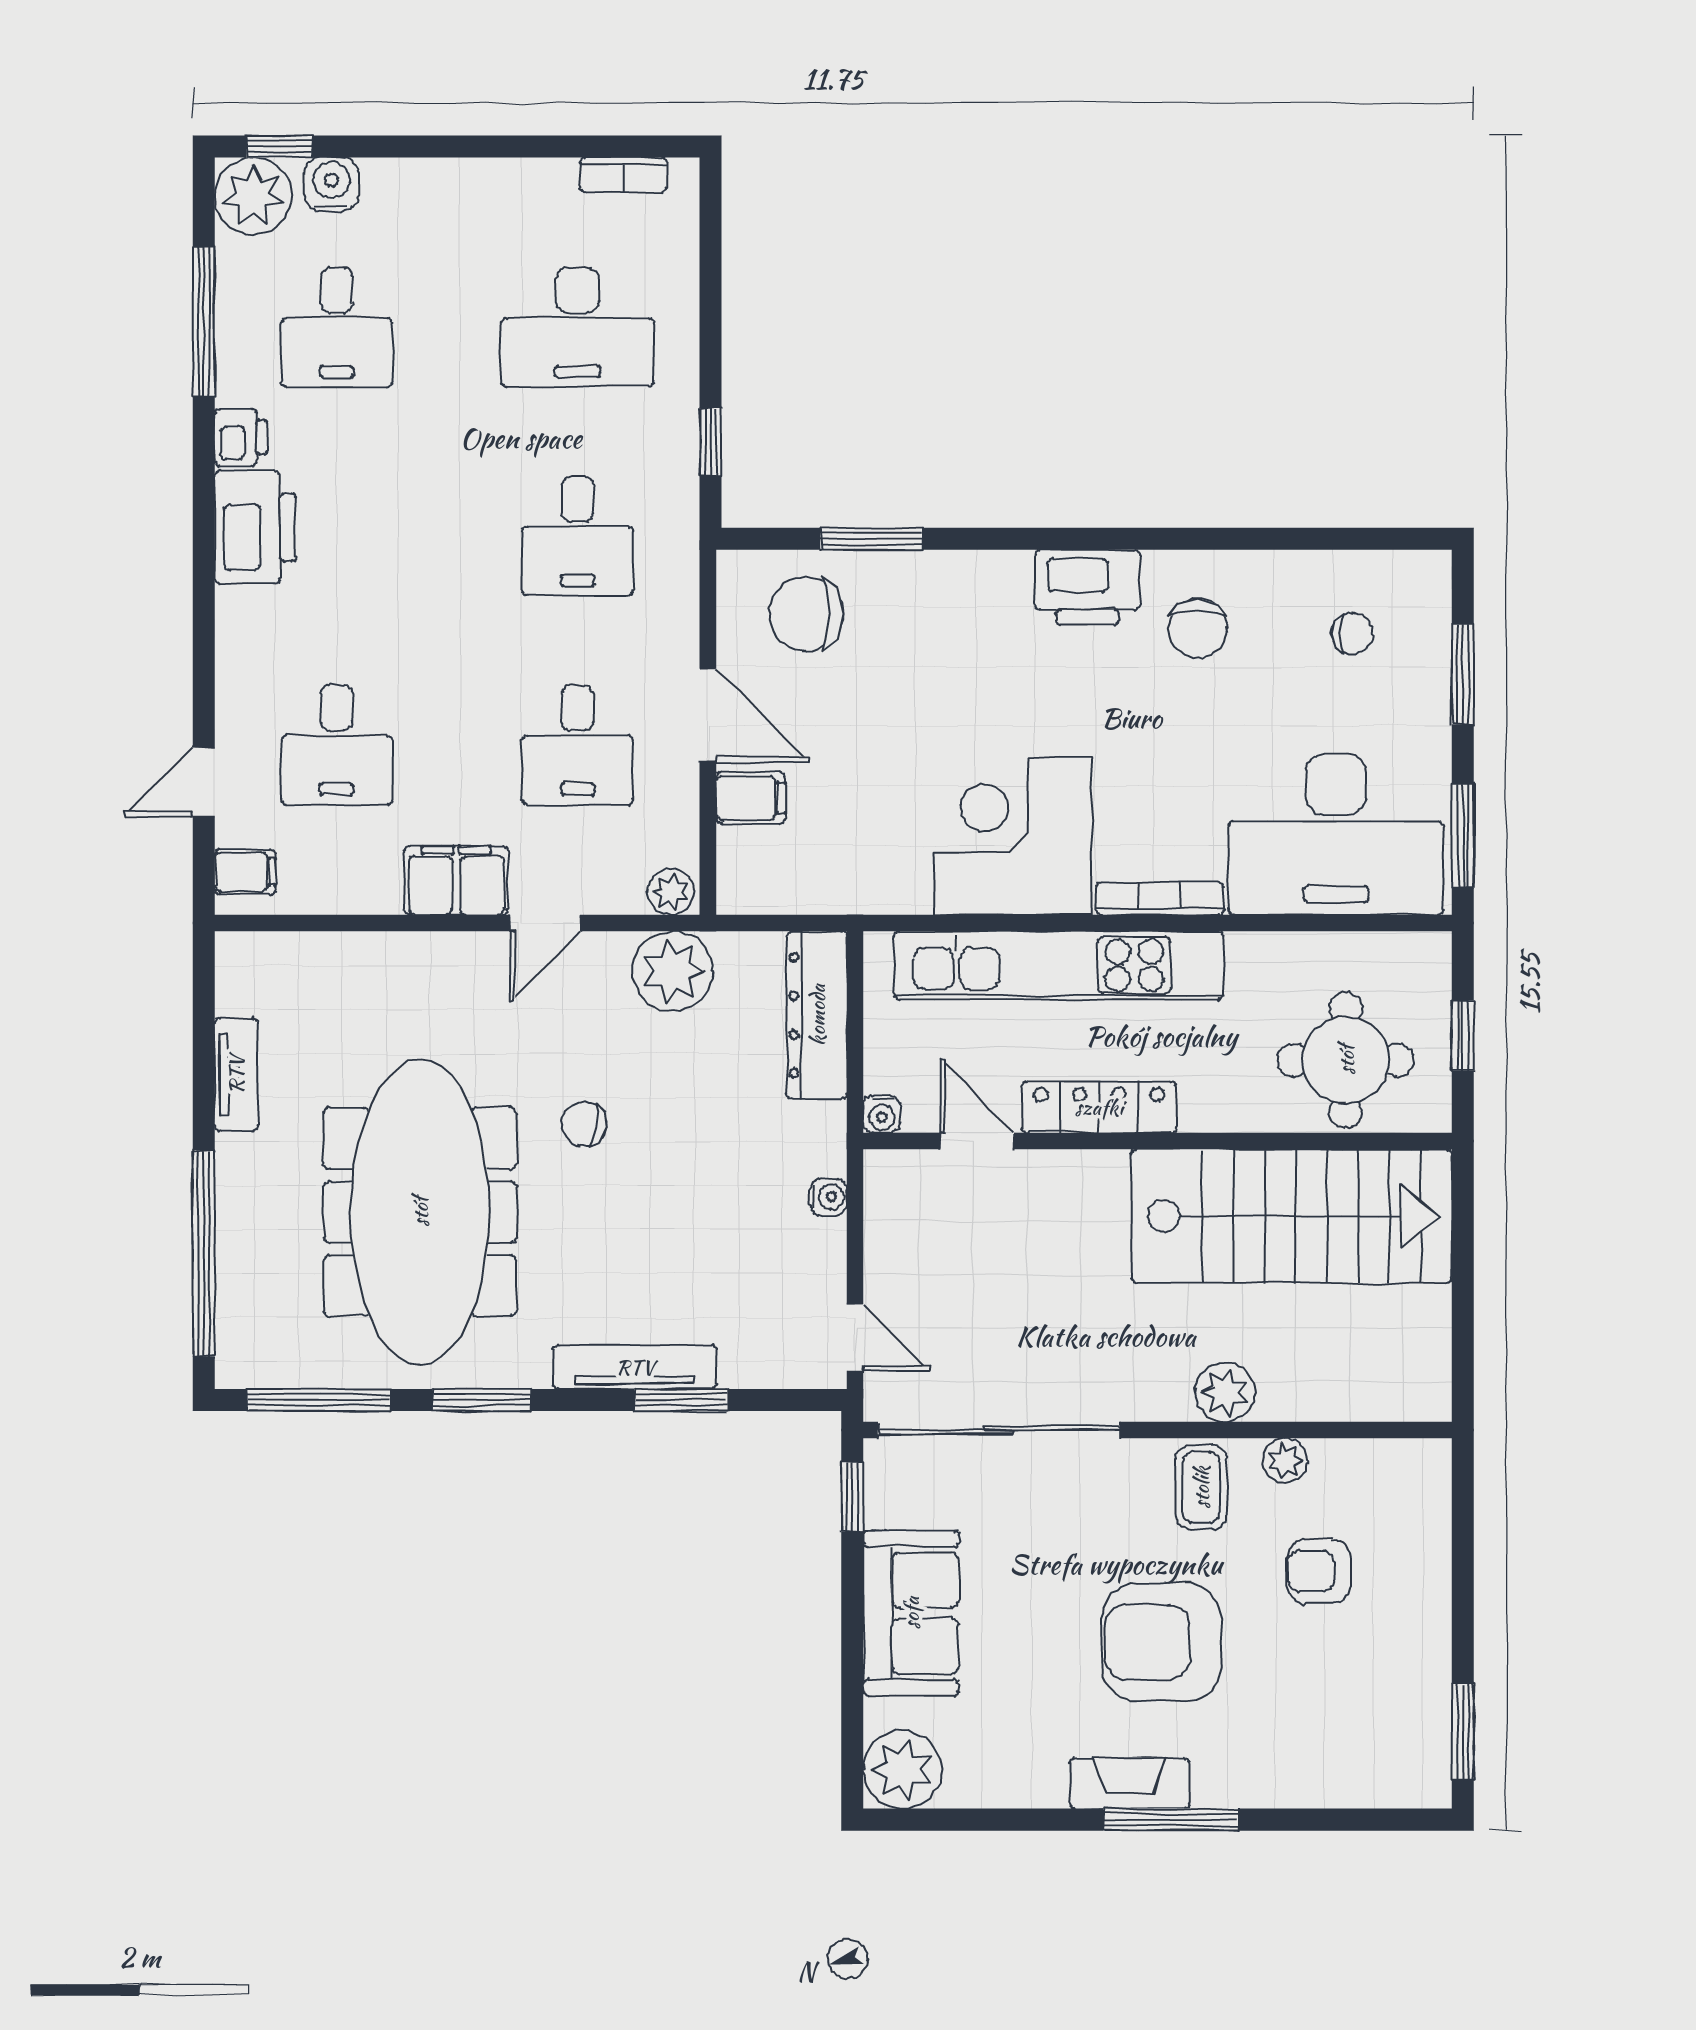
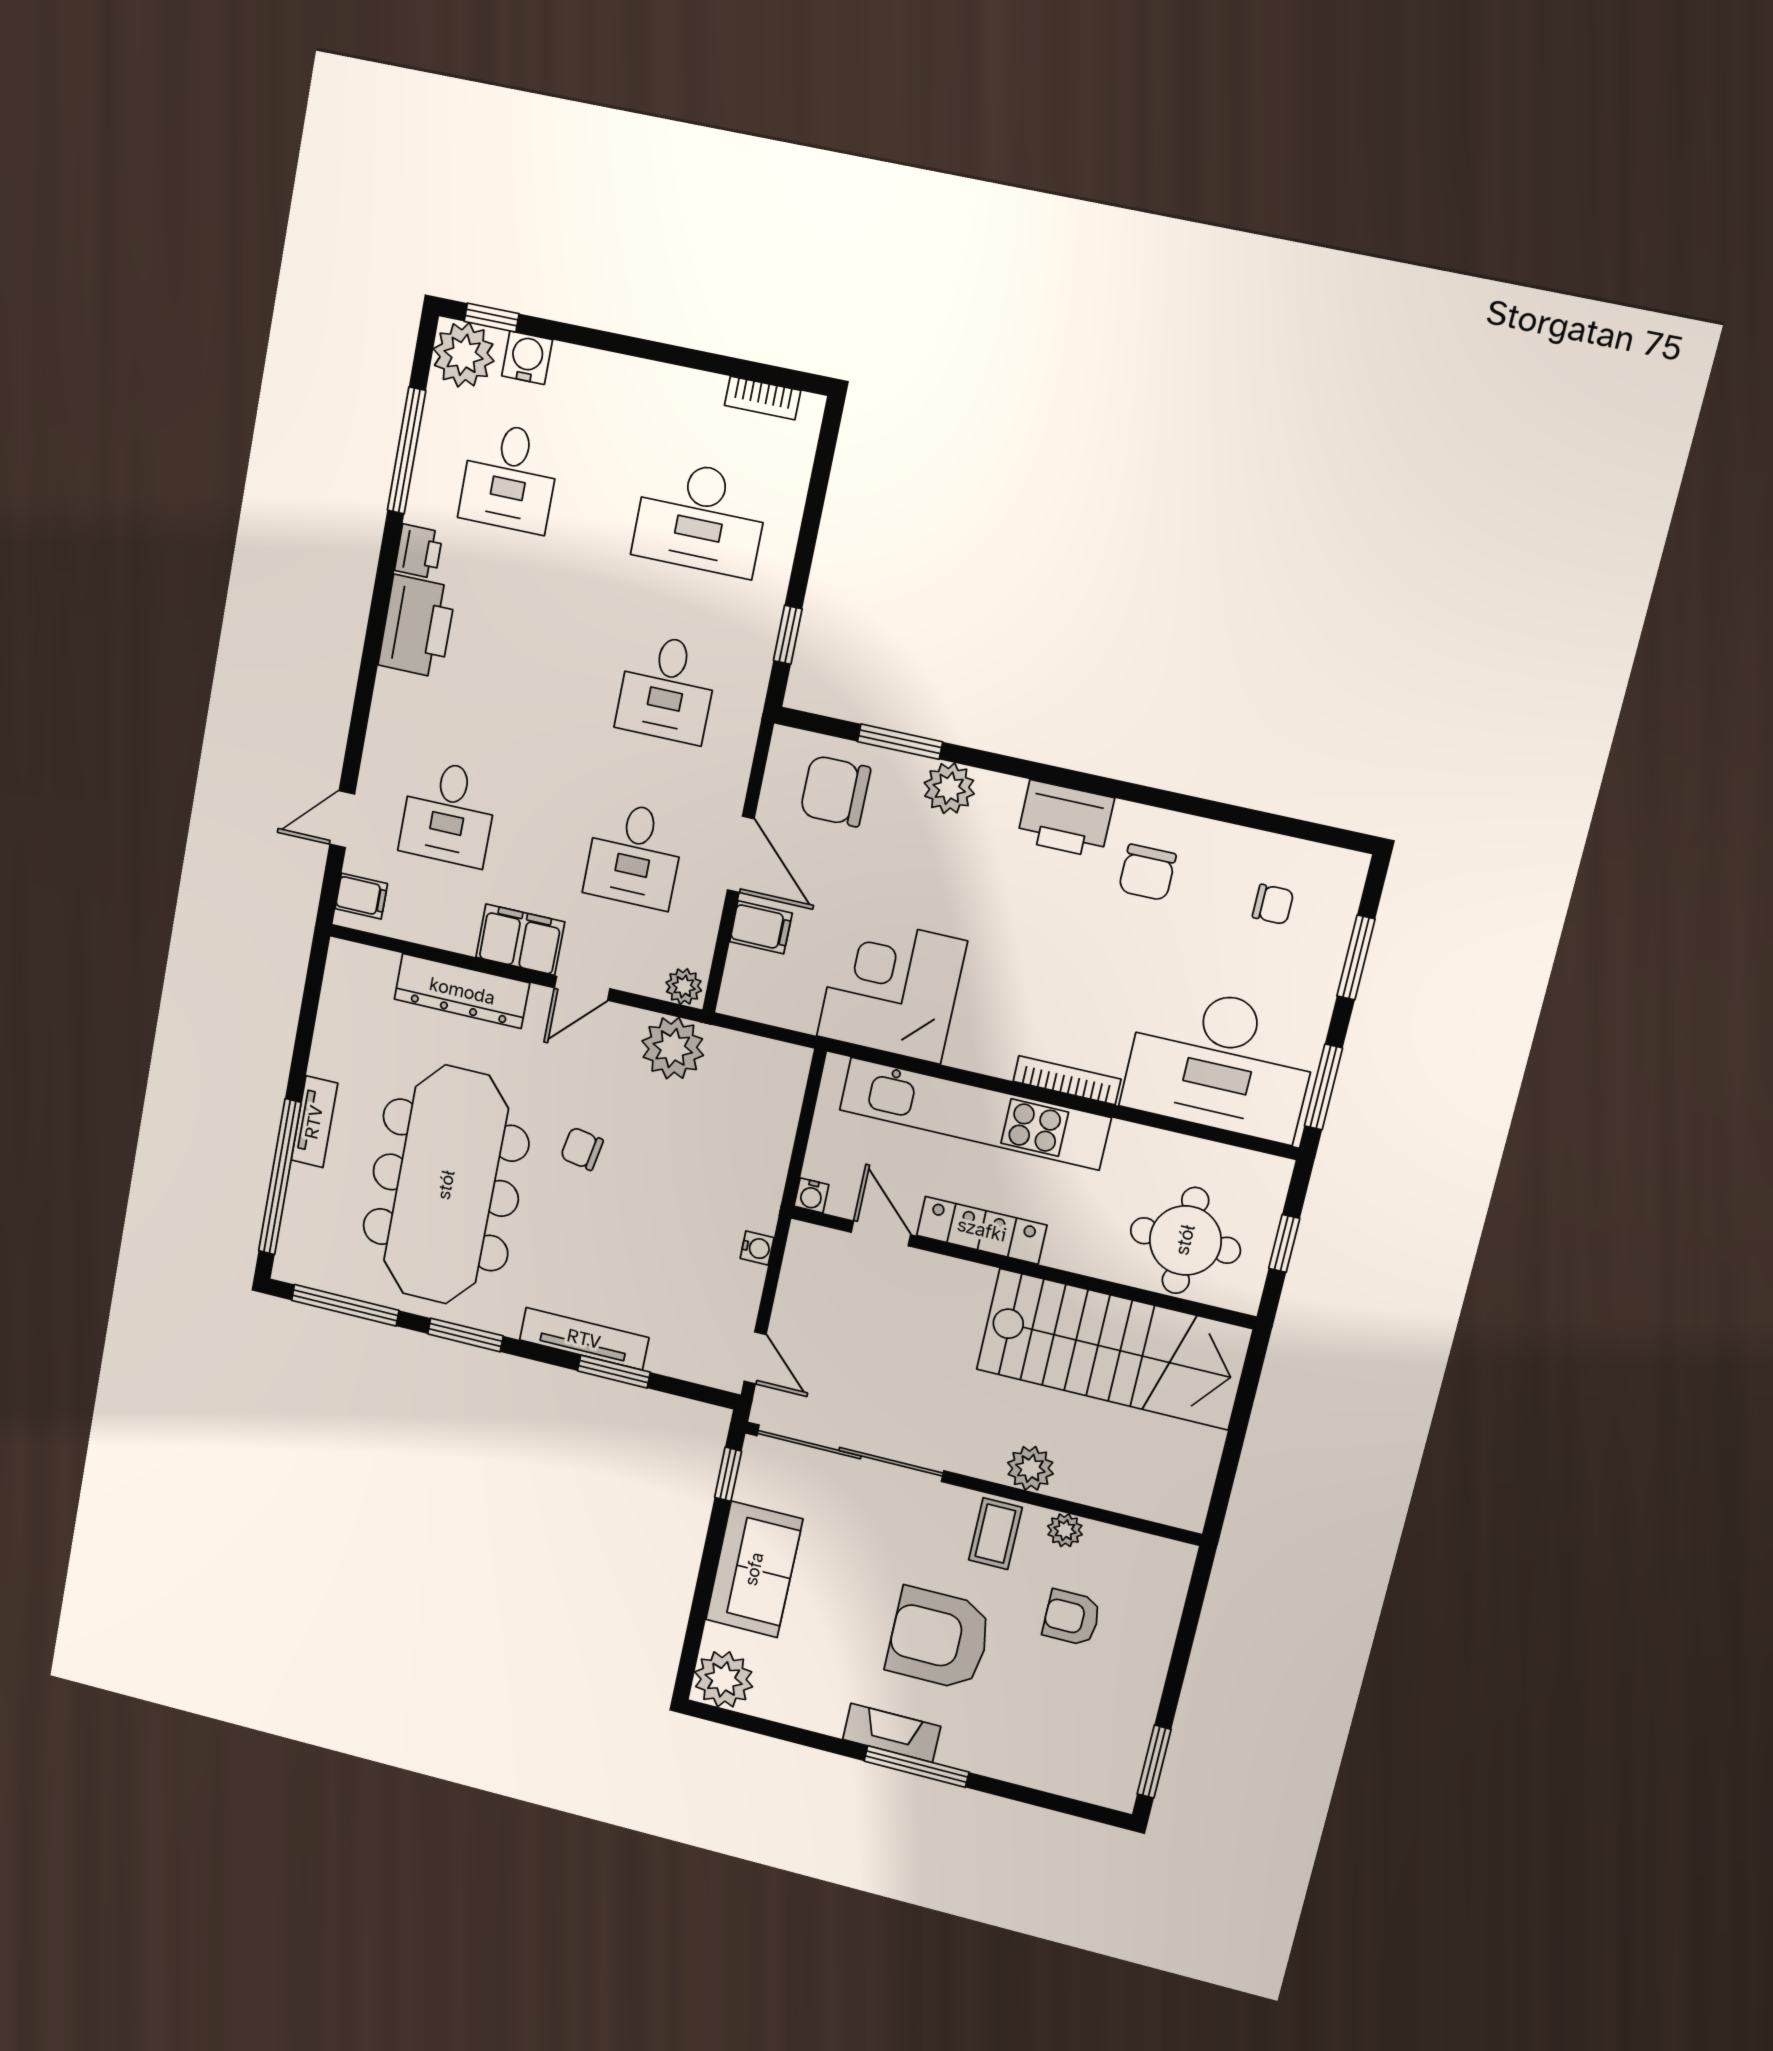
plant: (942, 581) -> (949, 788), added
corner desk: (1013, 836) -> (892, 989), moved
dresser: (817, 1015) -> (462, 991), moved, turned -90
tv unit: (236, 1075) -> (314, 1122), moved

